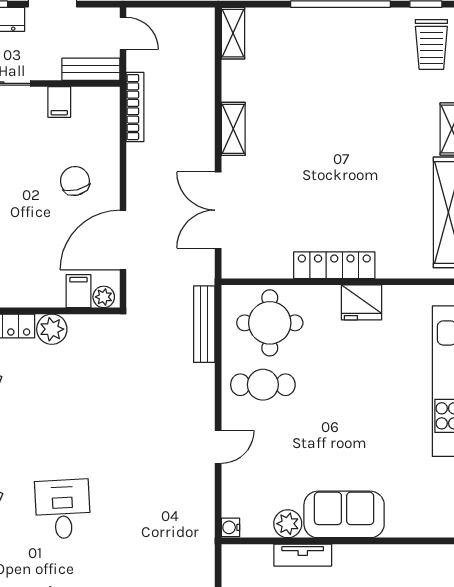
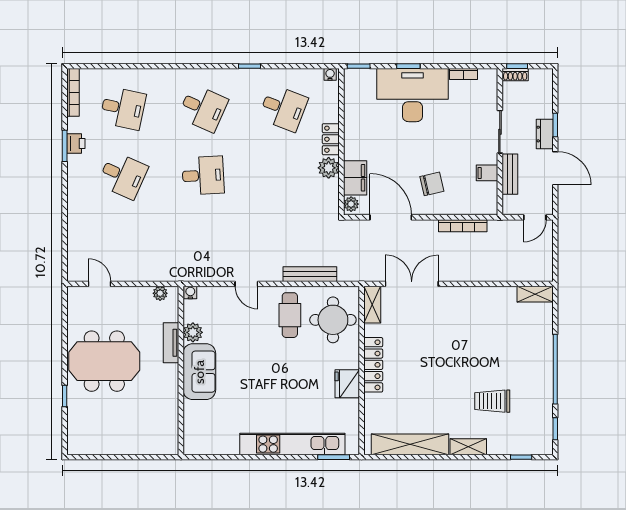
trolley: (431, 44) -> (492, 401), moved
bench: (91, 69) -> (510, 174), moved
bookcase: (135, 107) -> (463, 226), moved
shelving: (233, 129) -> (372, 305), moved, turned 90
filing cabinet: (78, 291) -> (355, 178), width x2.00
bench: (204, 324) -> (310, 274), moved
plant: (232, 571) -> (160, 293), added

